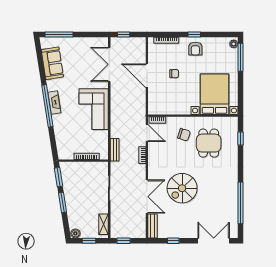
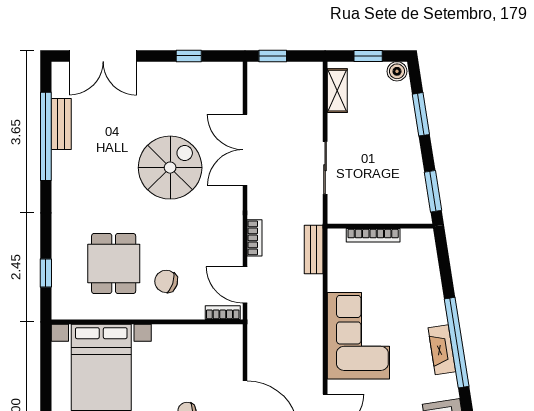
window: (62, 202) -> (421, 114), moved
bench: (153, 226) -> (61, 124), moved
window: (123, 241) -> (273, 56), moved

